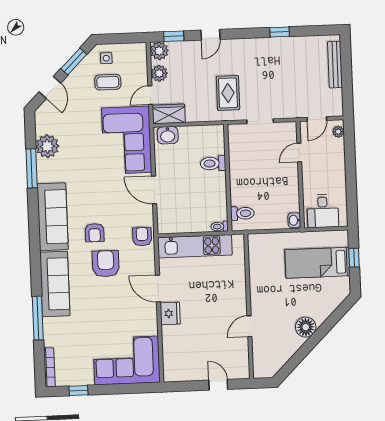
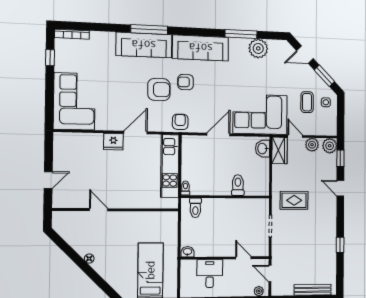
desk: (323, 211) -> (210, 273), moved, turned 90
armchair: (142, 237) -> (180, 122), turned -90
window: (38, 318) -> (149, 30), moved
floor lamp: (306, 327) -> (89, 259), width x0.53, depth x0.53

